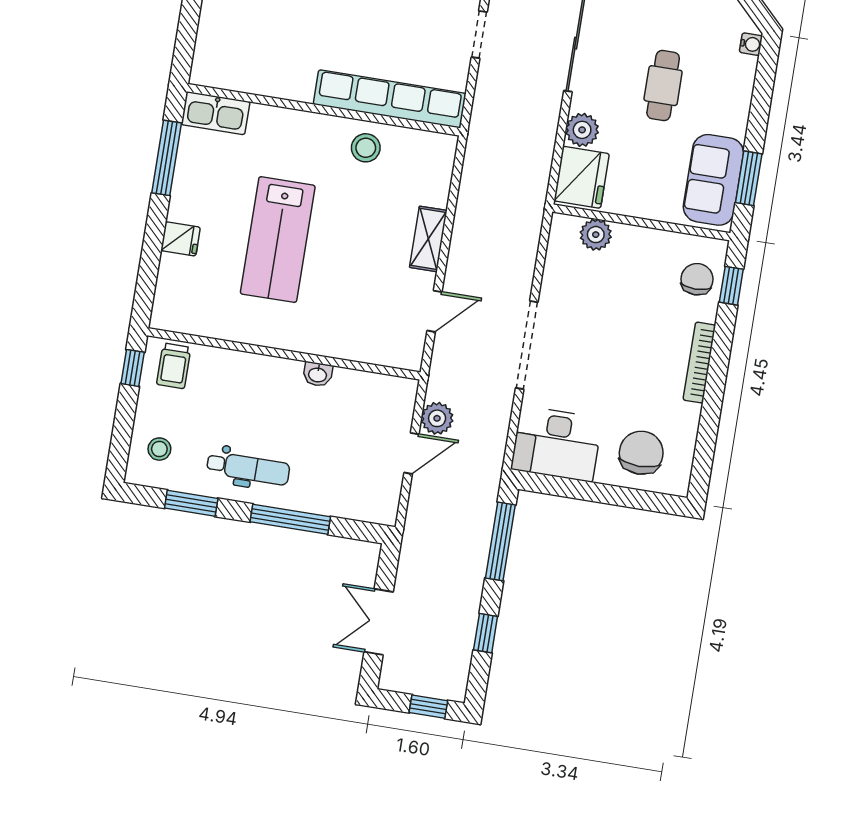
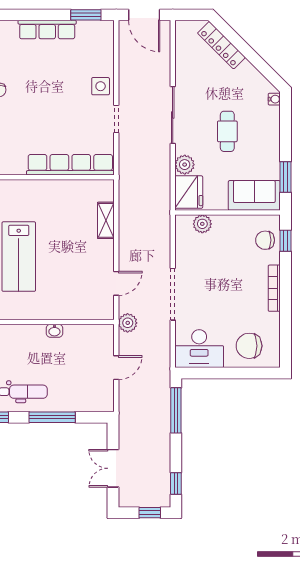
stool: (366, 148) -> (61, 195), removed
sofa: (713, 180) -> (254, 195), moved, turned 90
shelving: (428, 239) -> (106, 220), moved
chair: (697, 279) -> (265, 240), turned -90
plant: (437, 418) -> (128, 323), moved
chair: (641, 453) -> (249, 346), turned -90
window: (486, 633) -> (176, 483), moved

